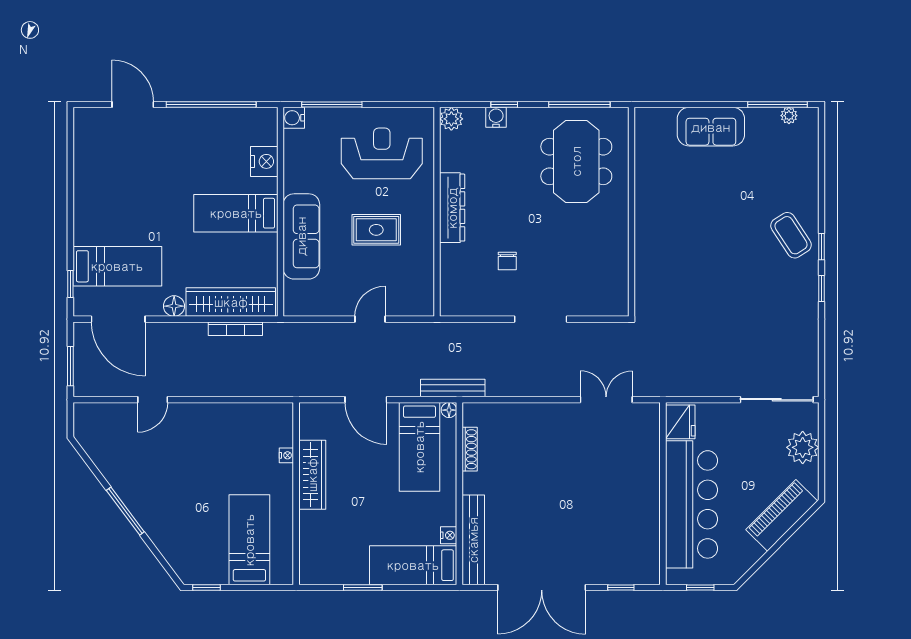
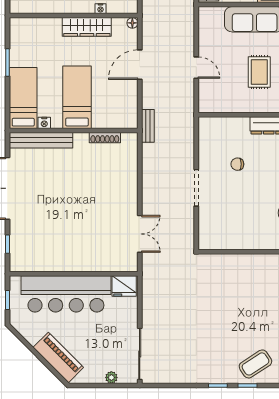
bench: (453, 388) -> (148, 126), width x0.73
floor lamp: (449, 410) -> (132, 23), moved
bed: (419, 447) -> (77, 97), moved, turned 90
plant: (803, 447) -> (111, 377), width x0.53, depth x0.53

